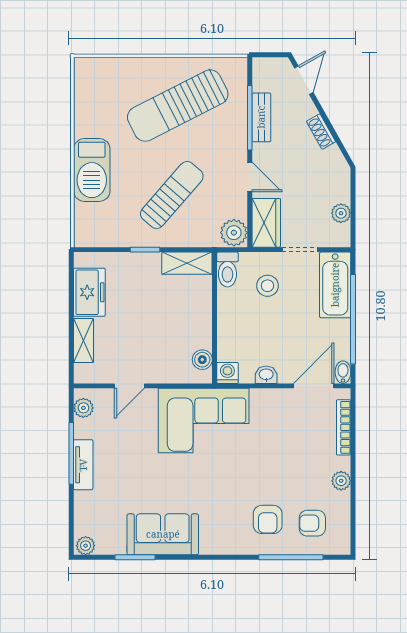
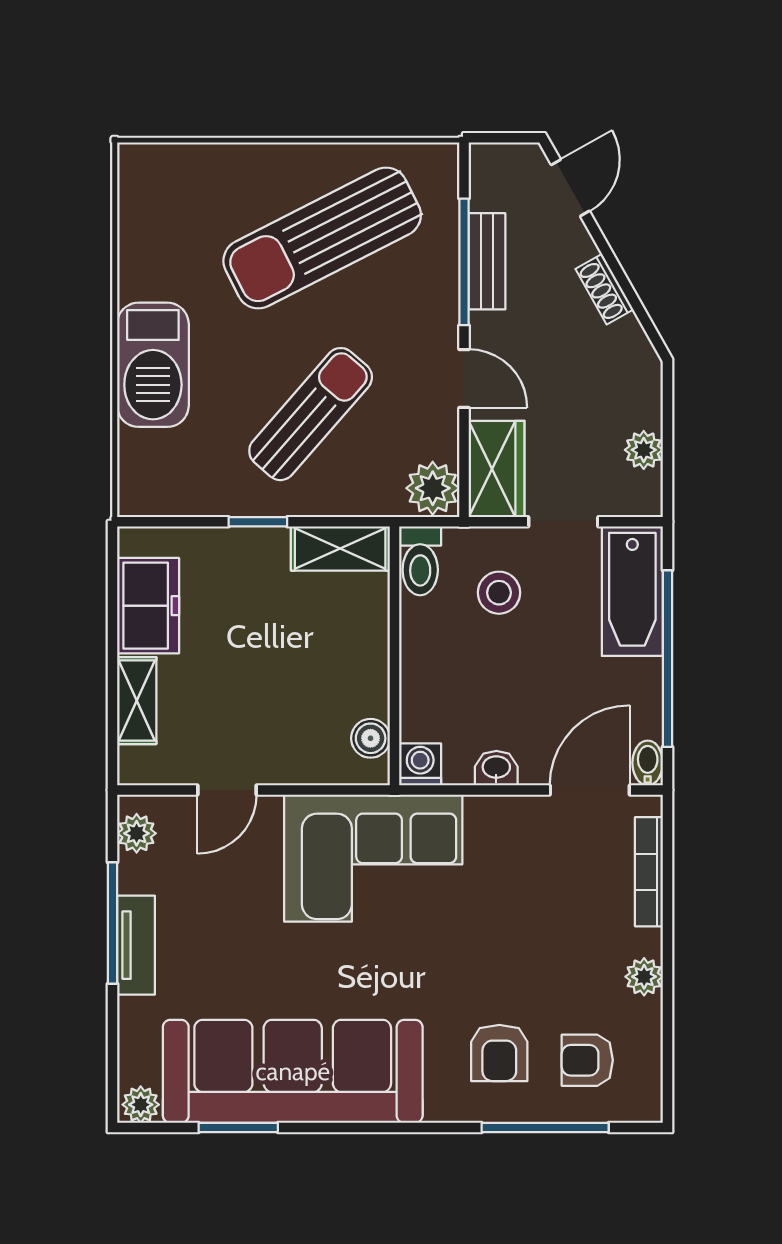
sofa: (163, 534) -> (293, 1071), width x1.85, depth x1.27

